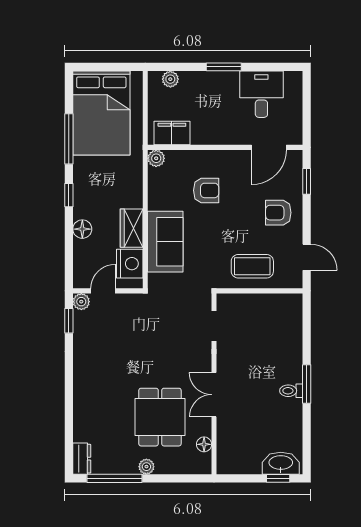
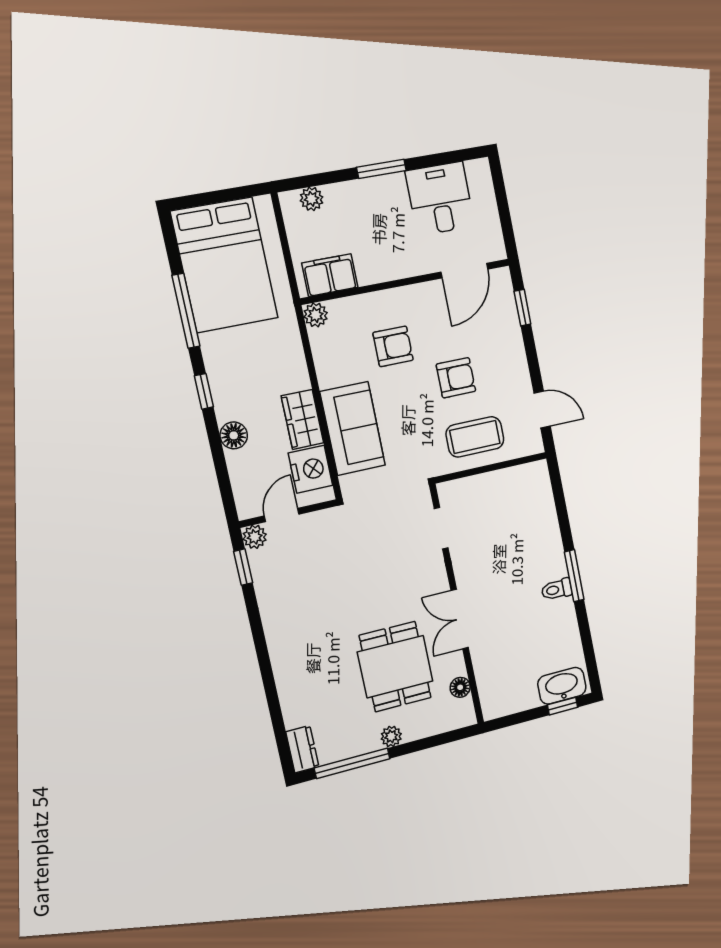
armchair: (278, 213) -> (456, 378), moved, turned 180

